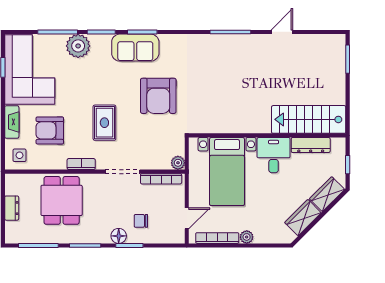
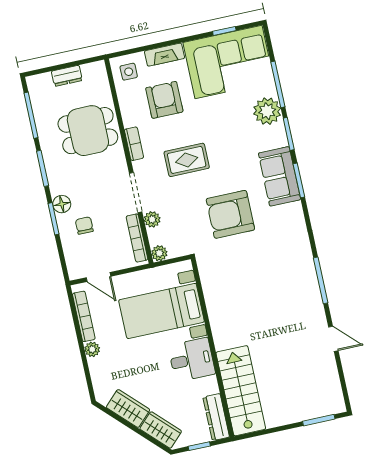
dresser: (311, 145) -> (216, 417), moved
plant: (148, 163) -> (152, 219), added

